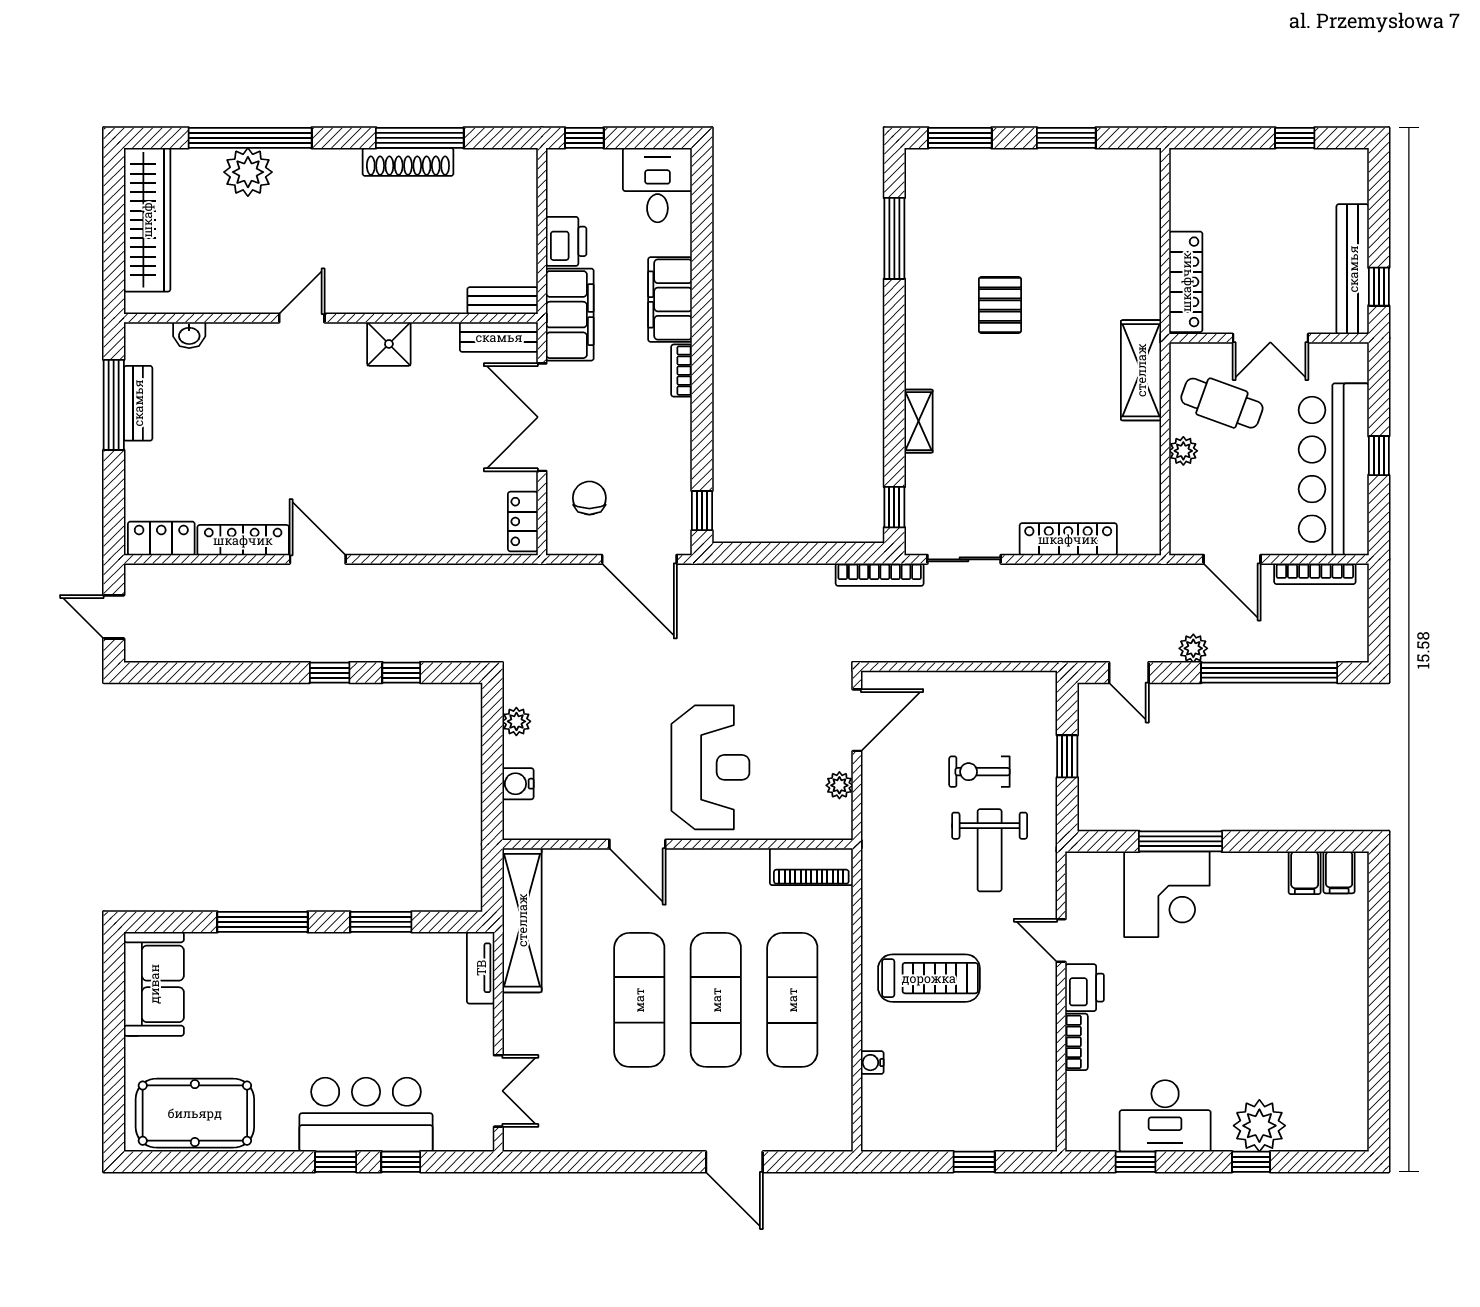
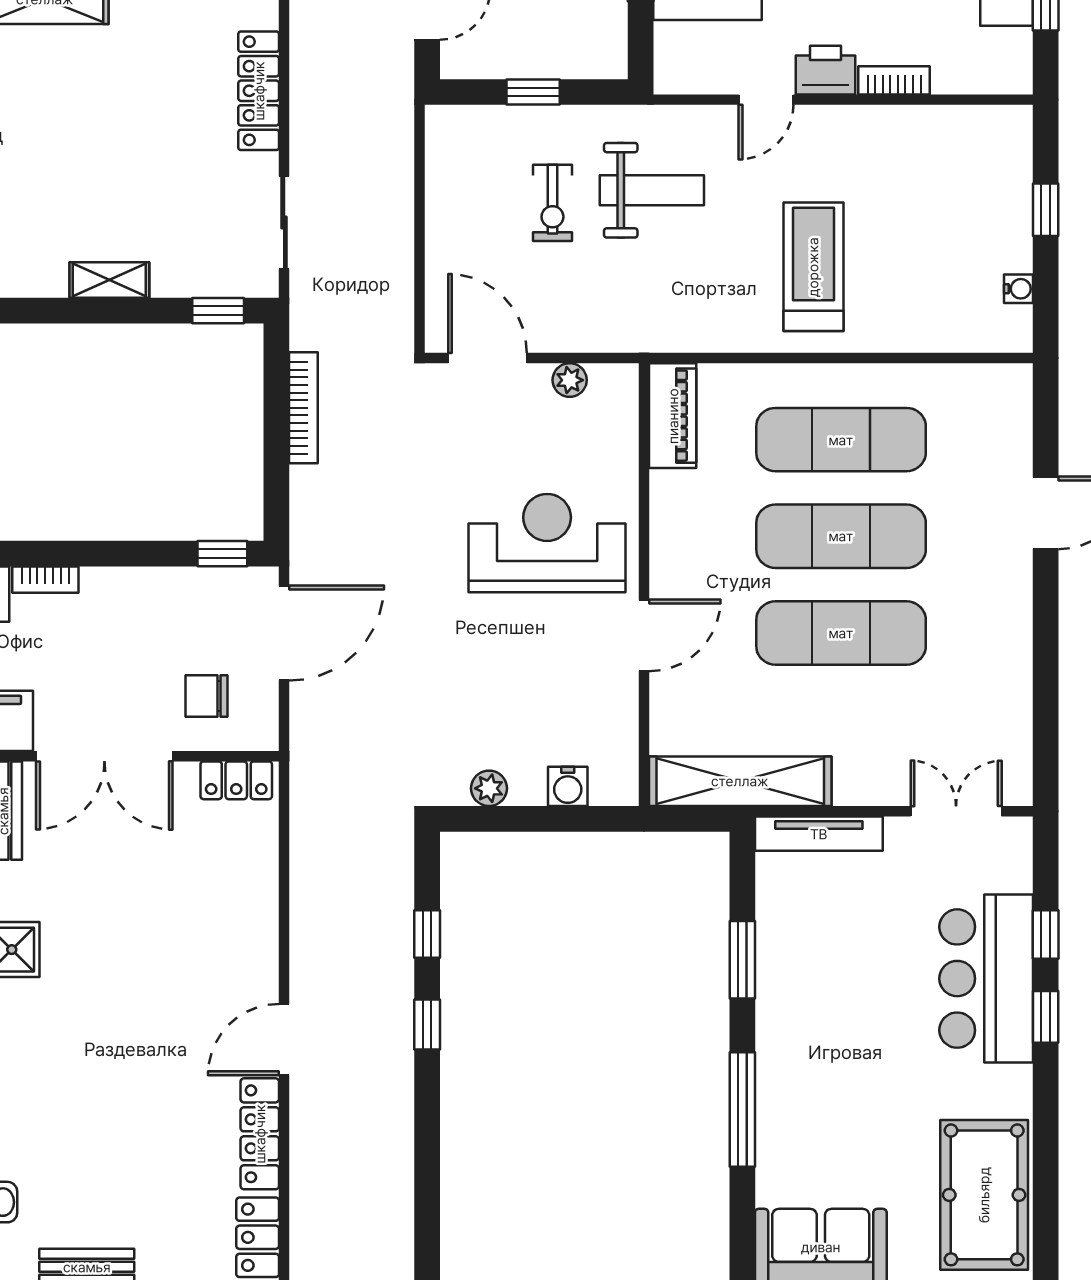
bookcase: (880, 575) -> (303, 408), moved
tv unit: (481, 968) -> (819, 834), width x1.41
water cooler: (872, 1063) -> (1018, 289), moved, turned -90

